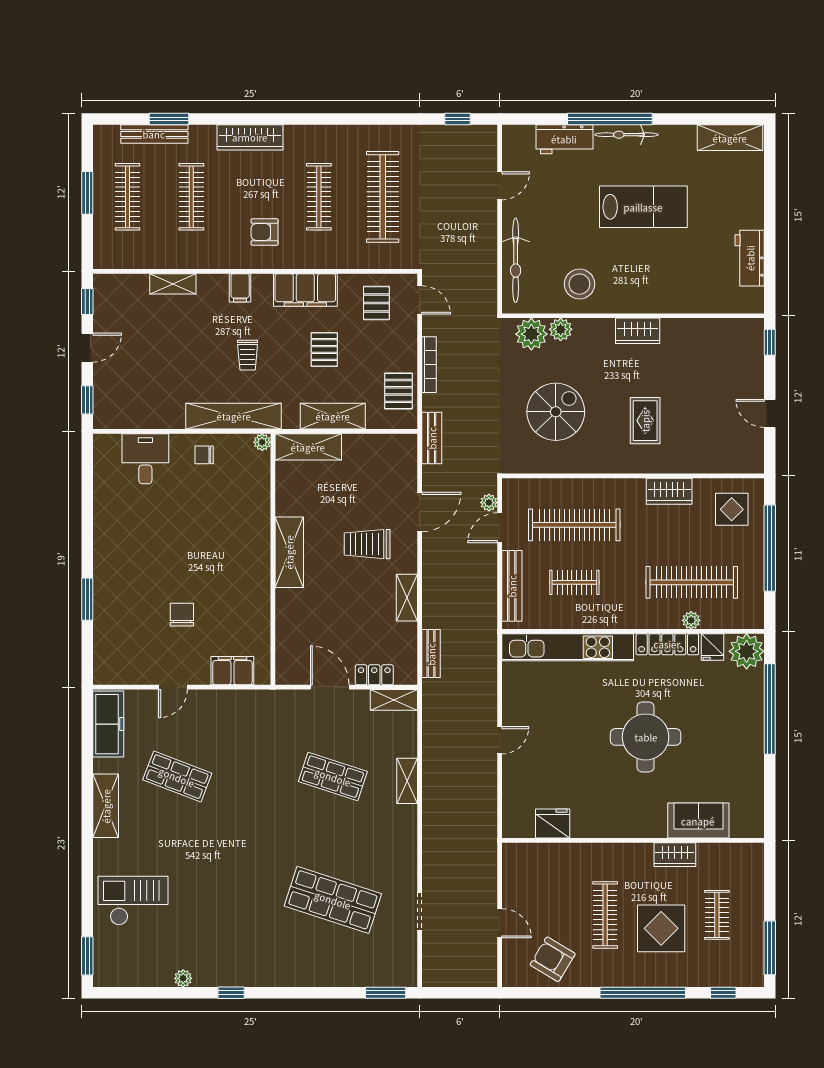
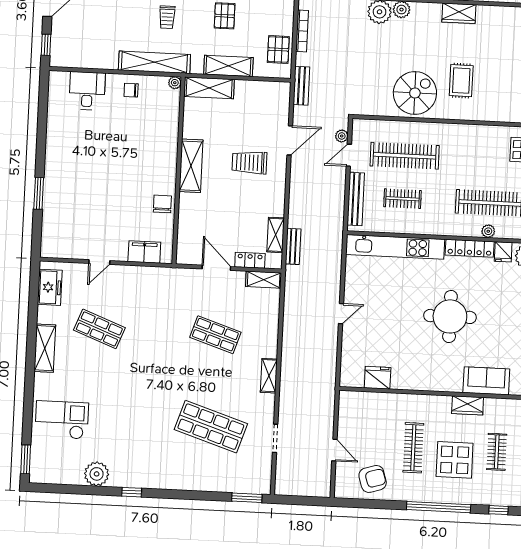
spiral stairs: (556, 412) -> (415, 93), moved
wardrobe: (669, 491) -> (477, 134), removed
shelving: (407, 598) -> (276, 235), moved
chair: (182, 615) -> (162, 204), moved
freezer: (108, 724) -> (50, 287), width x0.71
shelving: (407, 781) -> (269, 376), moved
armchair: (553, 959) -> (373, 479), turned 132
plant: (183, 978) -> (97, 474), width x1.88, depth x1.88

